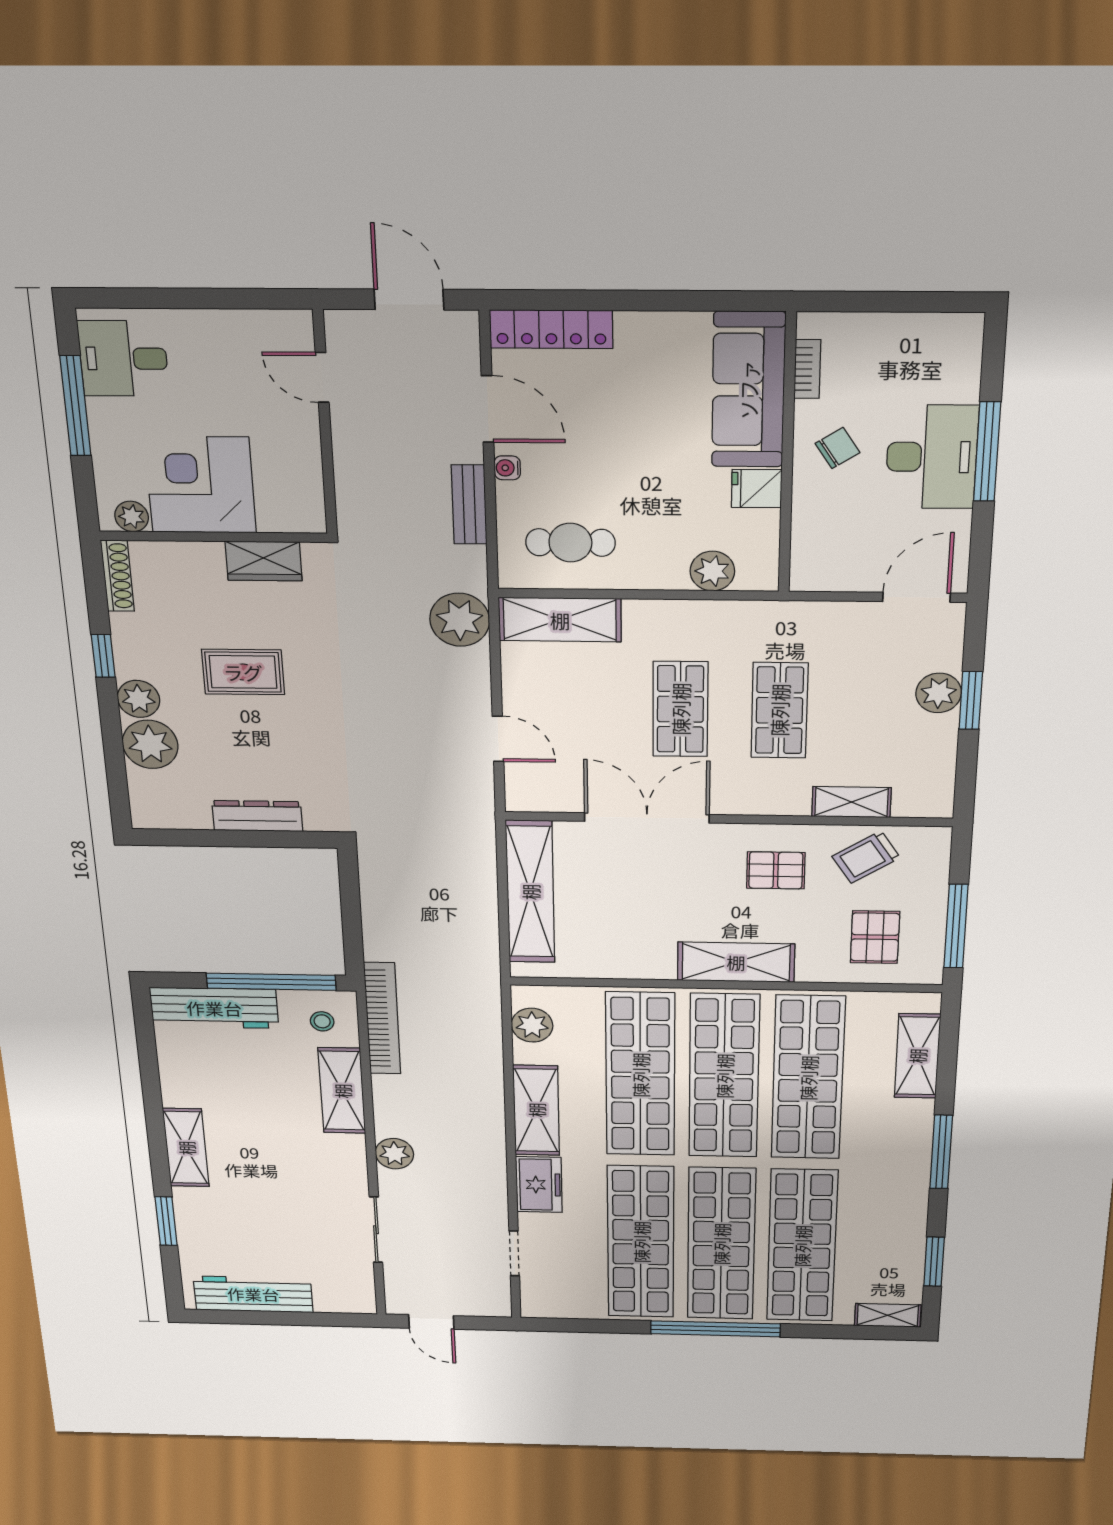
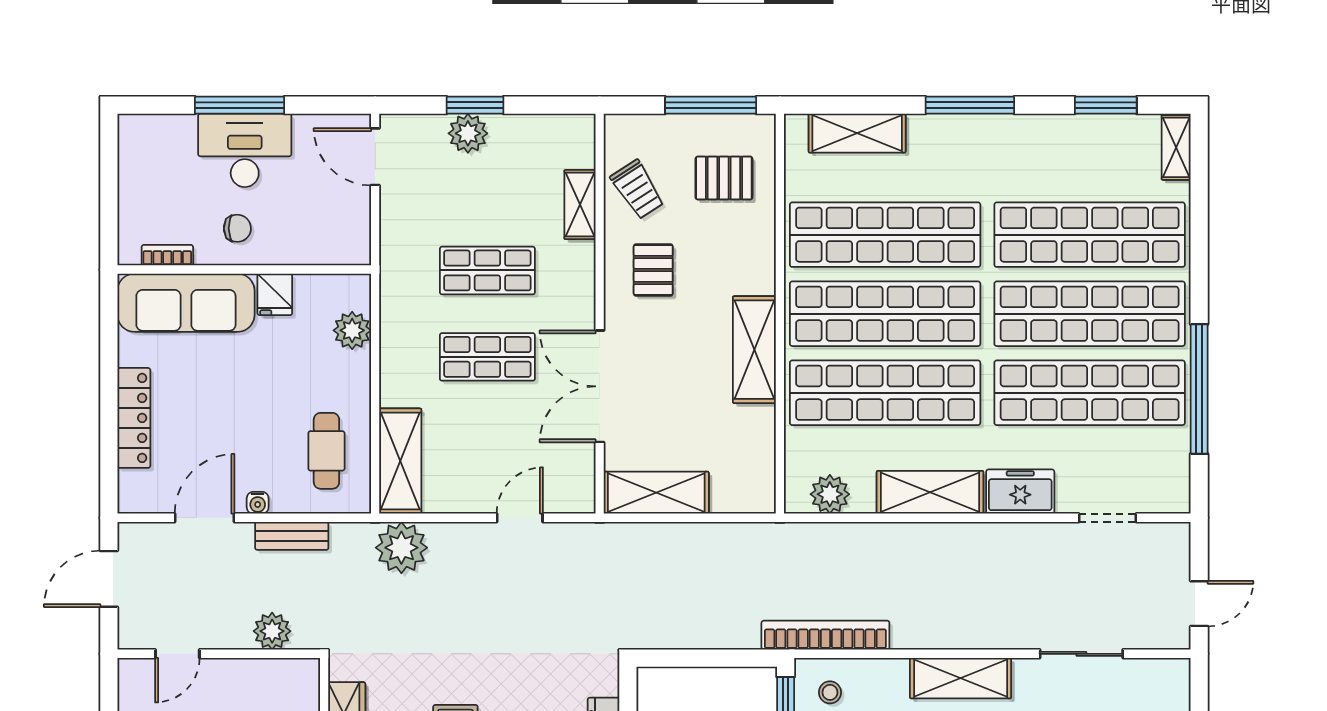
locker: (551, 329) -> (134, 418), moved
chair: (837, 448) -> (237, 228), turned 122
shelving: (530, 892) -> (656, 493), width x0.68
shelving: (736, 962) -> (754, 350), moved
shelving: (342, 1091) -> (961, 678), moved
plant: (394, 1154) -> (272, 631), moved
window: (715, 1329) -> (1199, 389), moved

